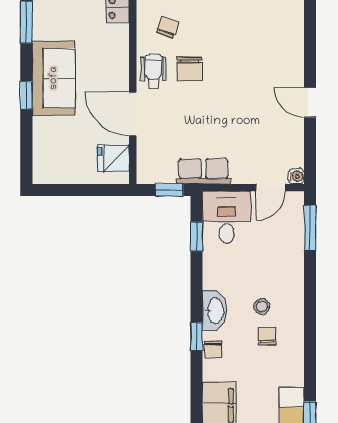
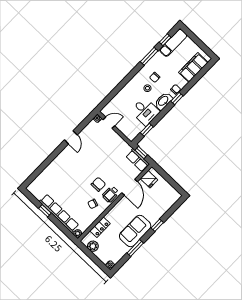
sofa: (54, 78) -> (135, 231), moved
row of seats: (203, 171) -> (138, 160), moved
desk: (227, 217) -> (145, 111), moved, turned -90
window: (310, 228) -> (149, 56), moved

